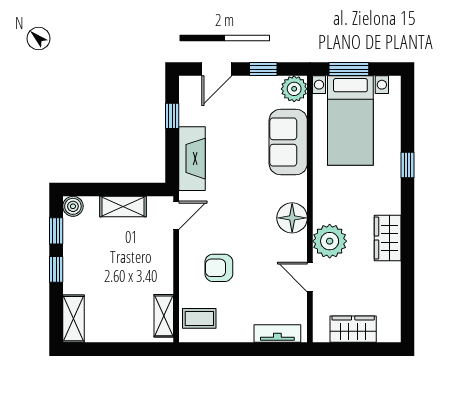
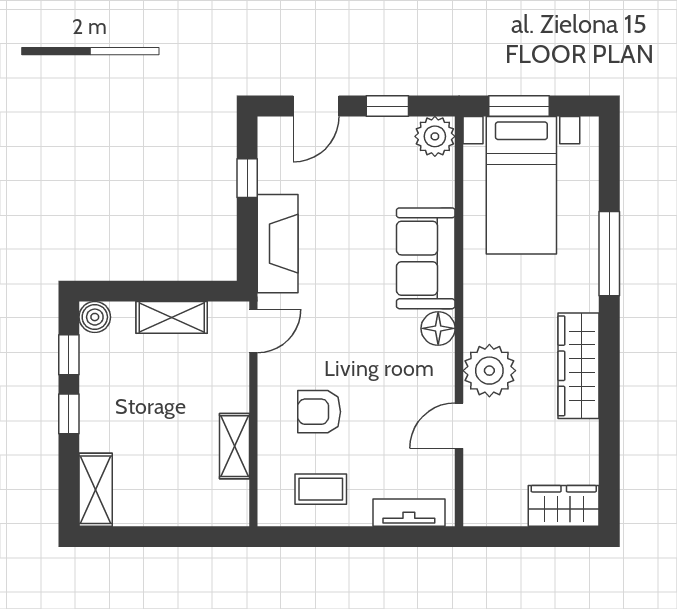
sofa: (288, 142) -> (426, 258), moved
window: (408, 165) -> (609, 254), width x2.17
floor lamp: (292, 218) -> (438, 328), width x0.73, depth x0.73
wardrobe: (388, 238) -> (579, 366), width x1.50
door: (310, 277) -> (459, 426), hinge flipped
shelving: (164, 316) -> (234, 446), moved
coffee table: (199, 318) -> (321, 489), moved
wardrobe: (353, 329) -> (564, 506), moved

